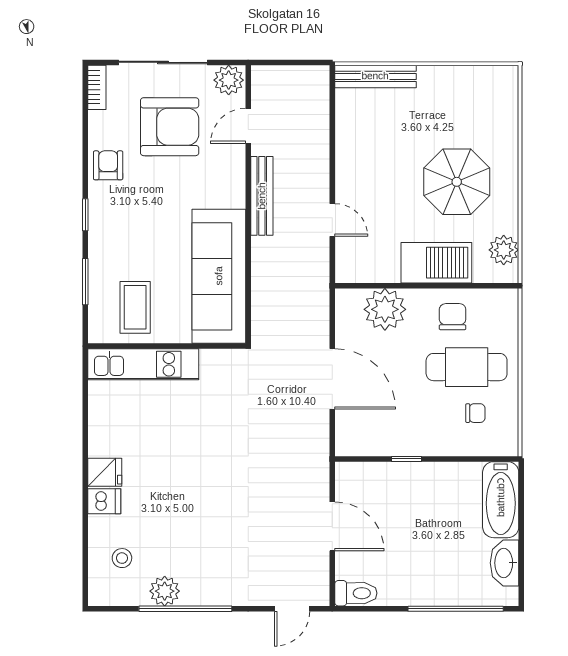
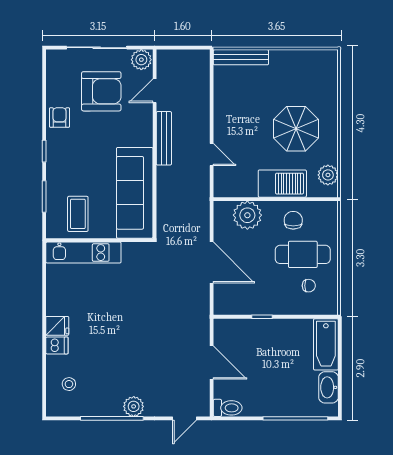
bookcase: (97, 87) -> (52, 65), removed
plant: (165, 591) -> (134, 406), moved

